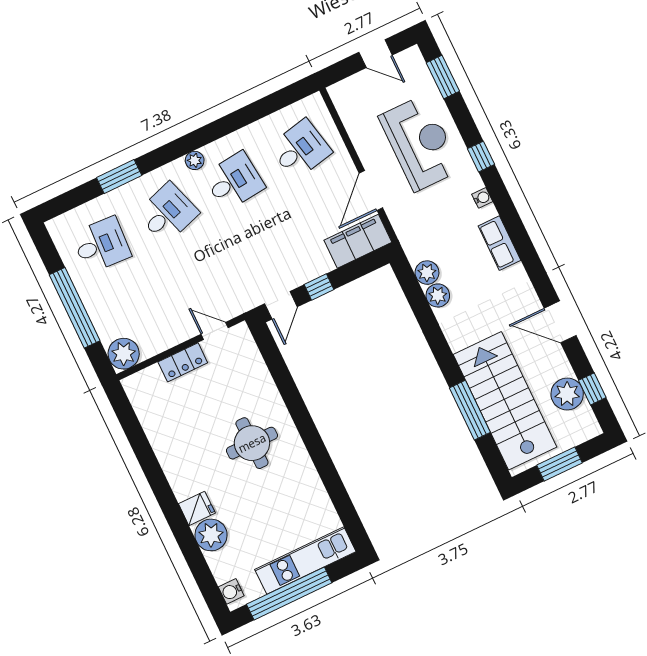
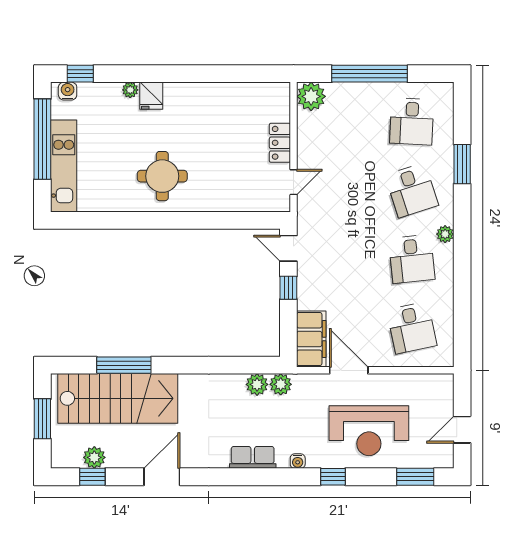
plant: (438, 295) -> (281, 384), moved
plant: (567, 394) -> (94, 457), width x0.73, depth x0.73
round table: (252, 443) -> (162, 176), moved
plant: (211, 535) -> (130, 90), width x0.53, depth x0.53
window: (209, 587) -> (80, 74), added

